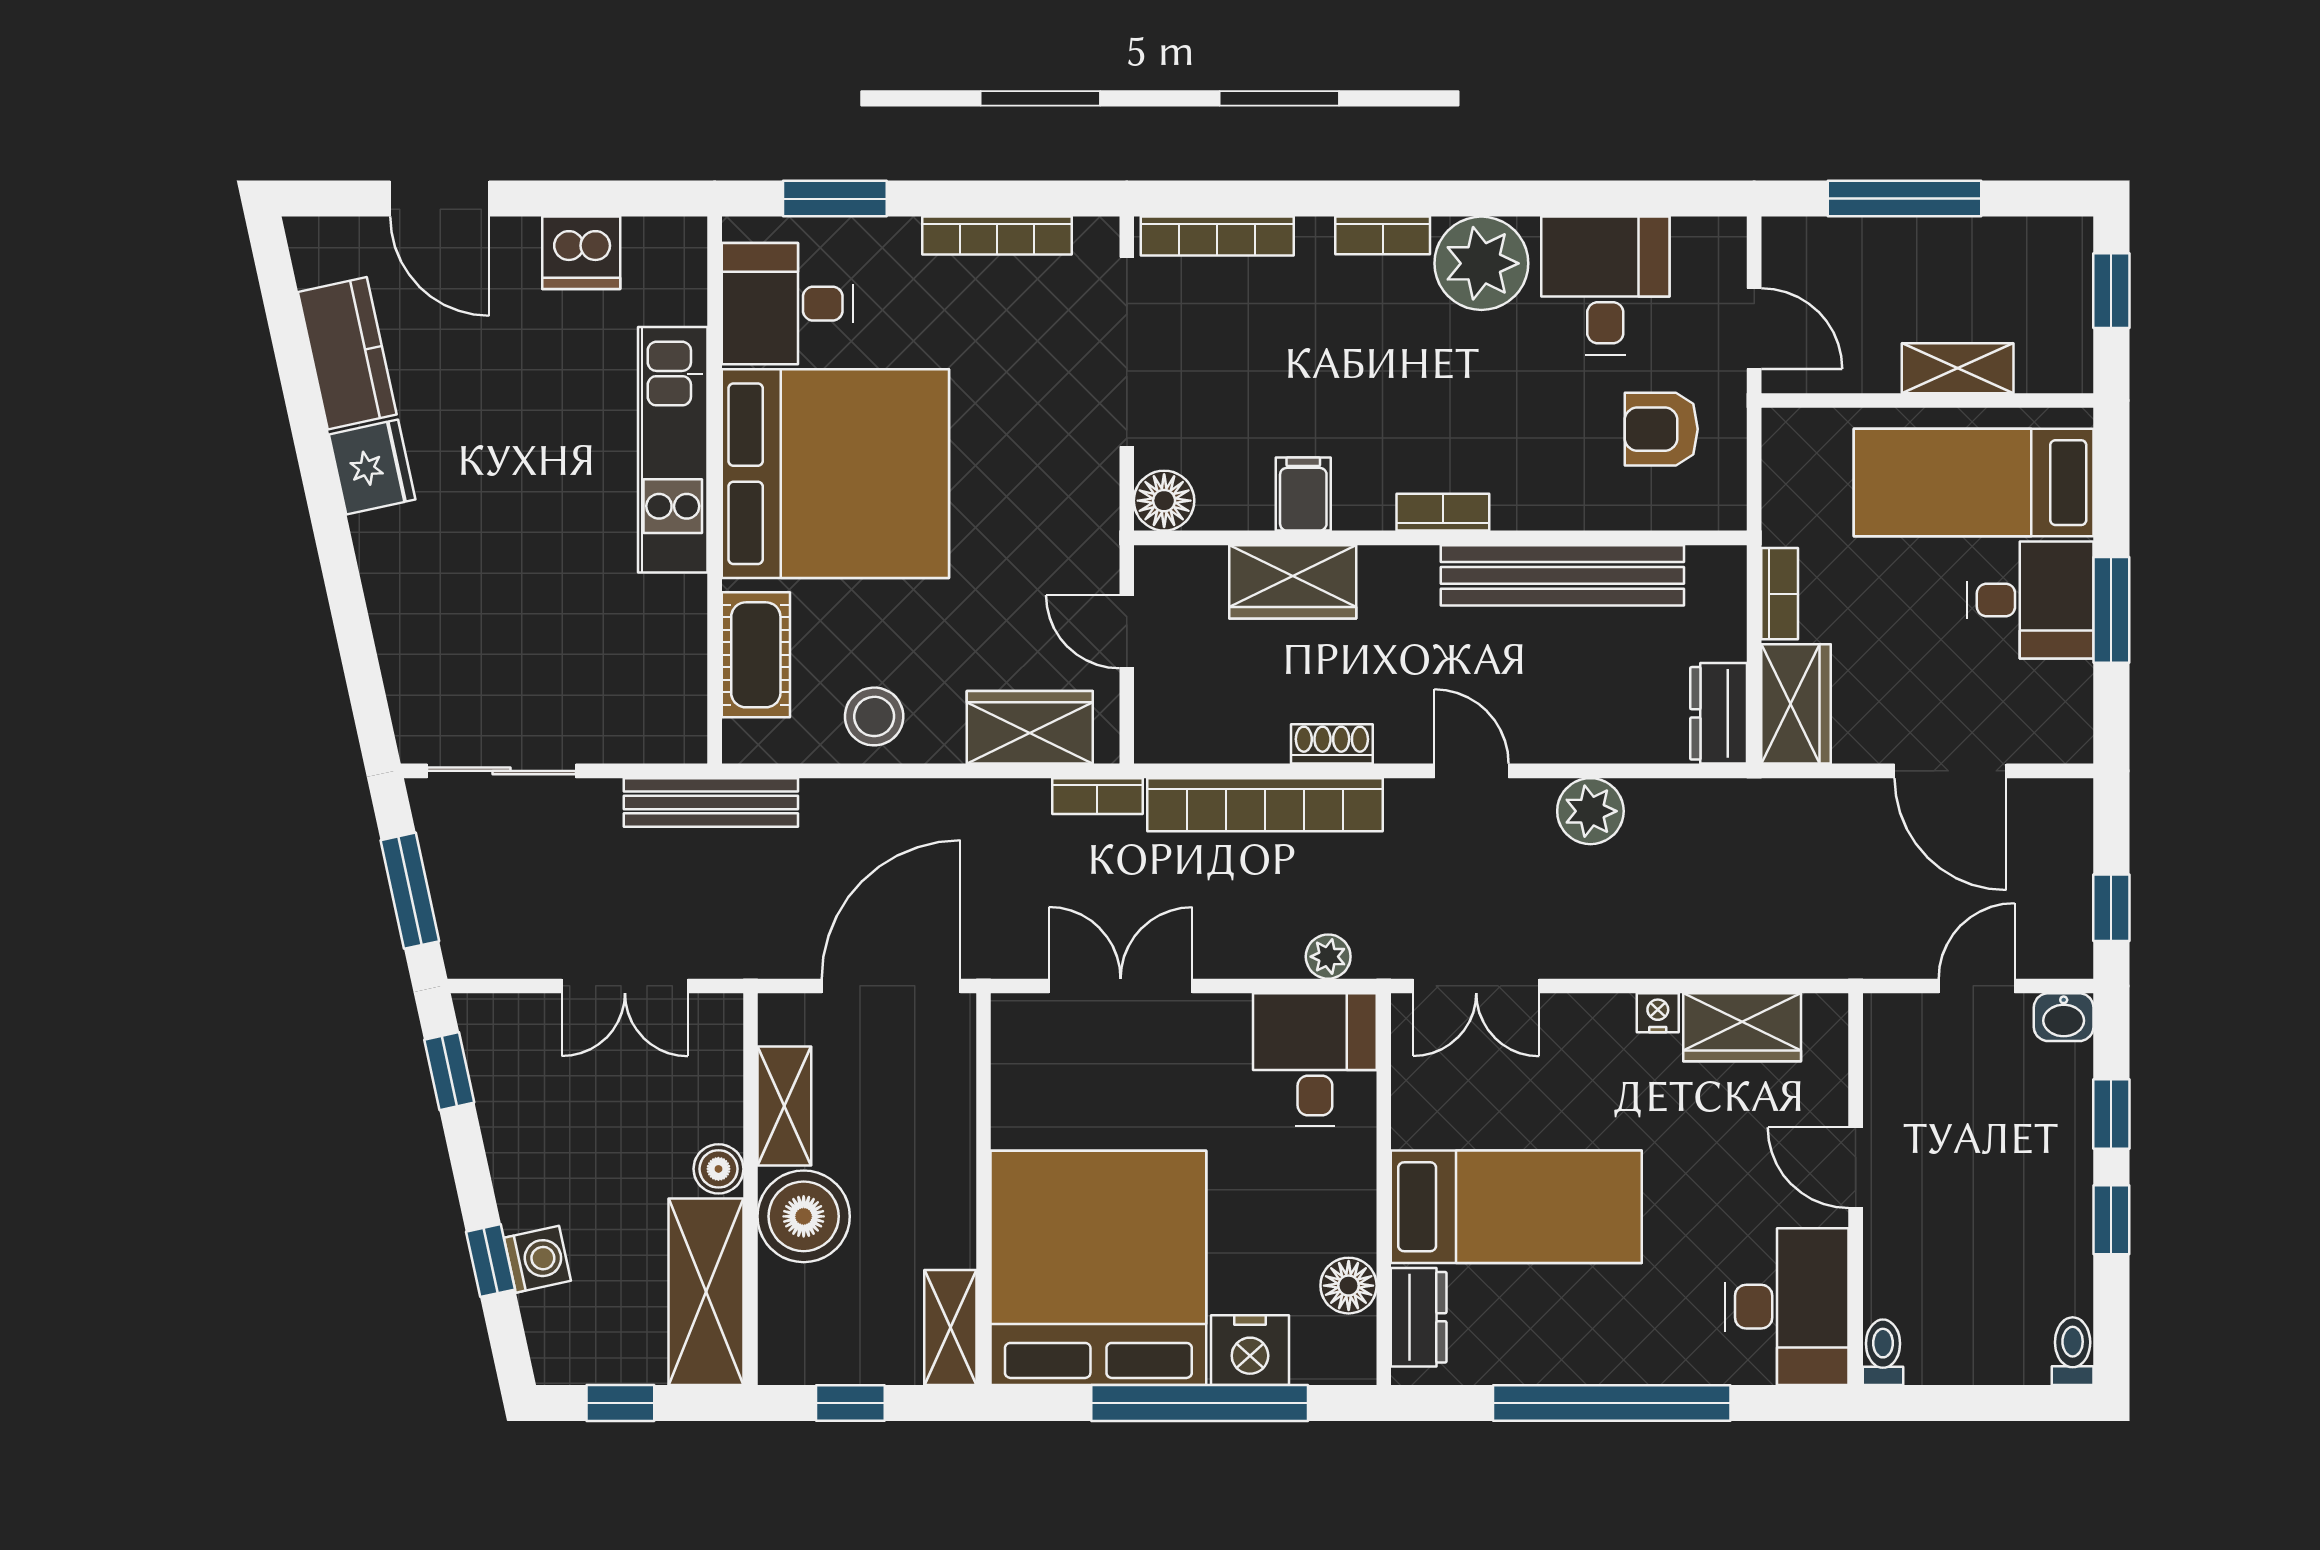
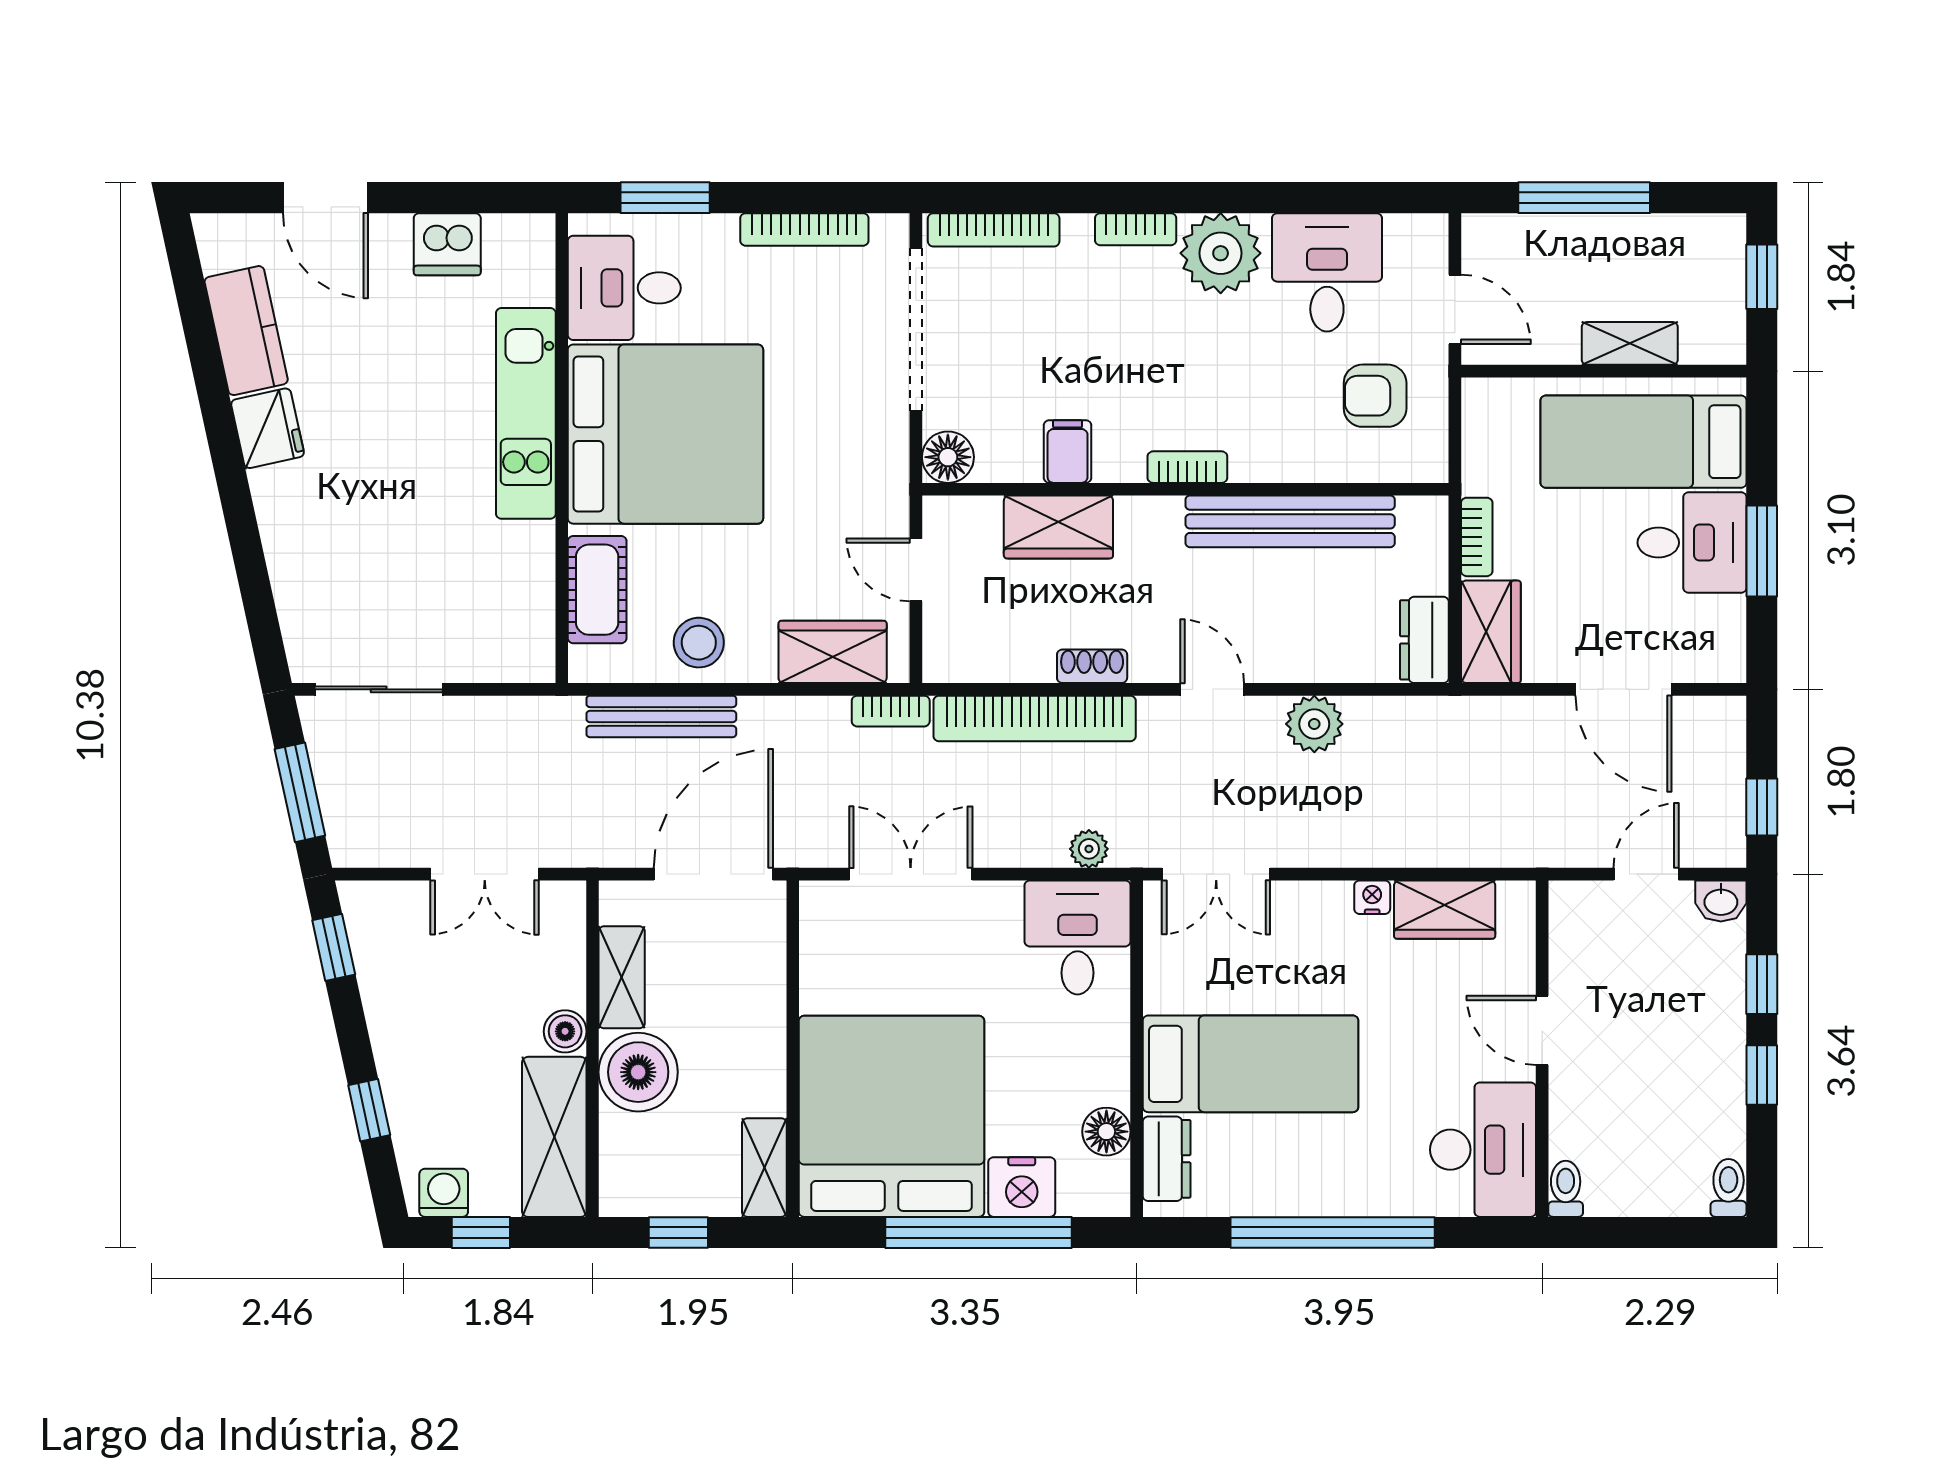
bench: (711, 802) -> (661, 716), moved
washing machine: (537, 1259) -> (444, 1193), moved, turned -78

